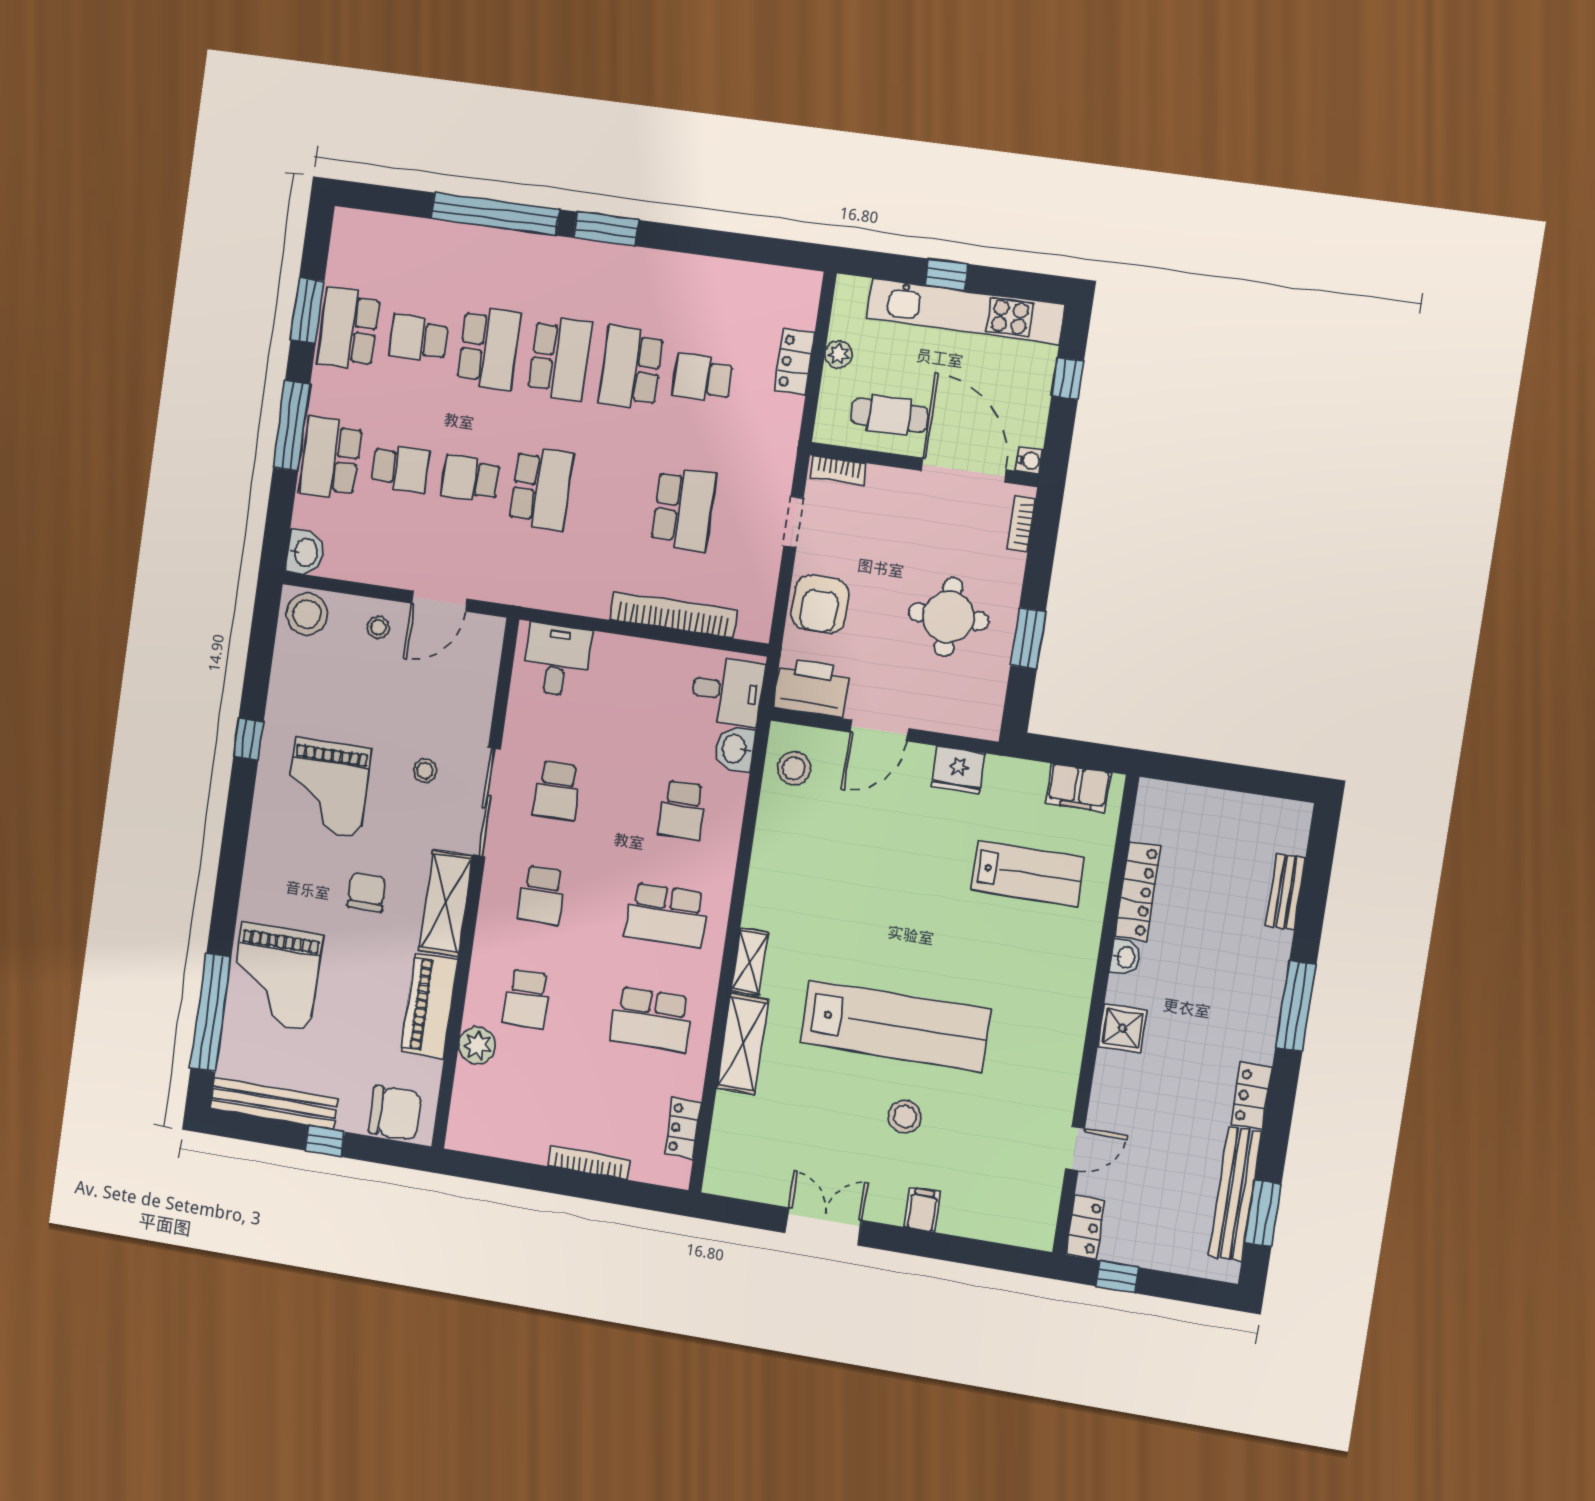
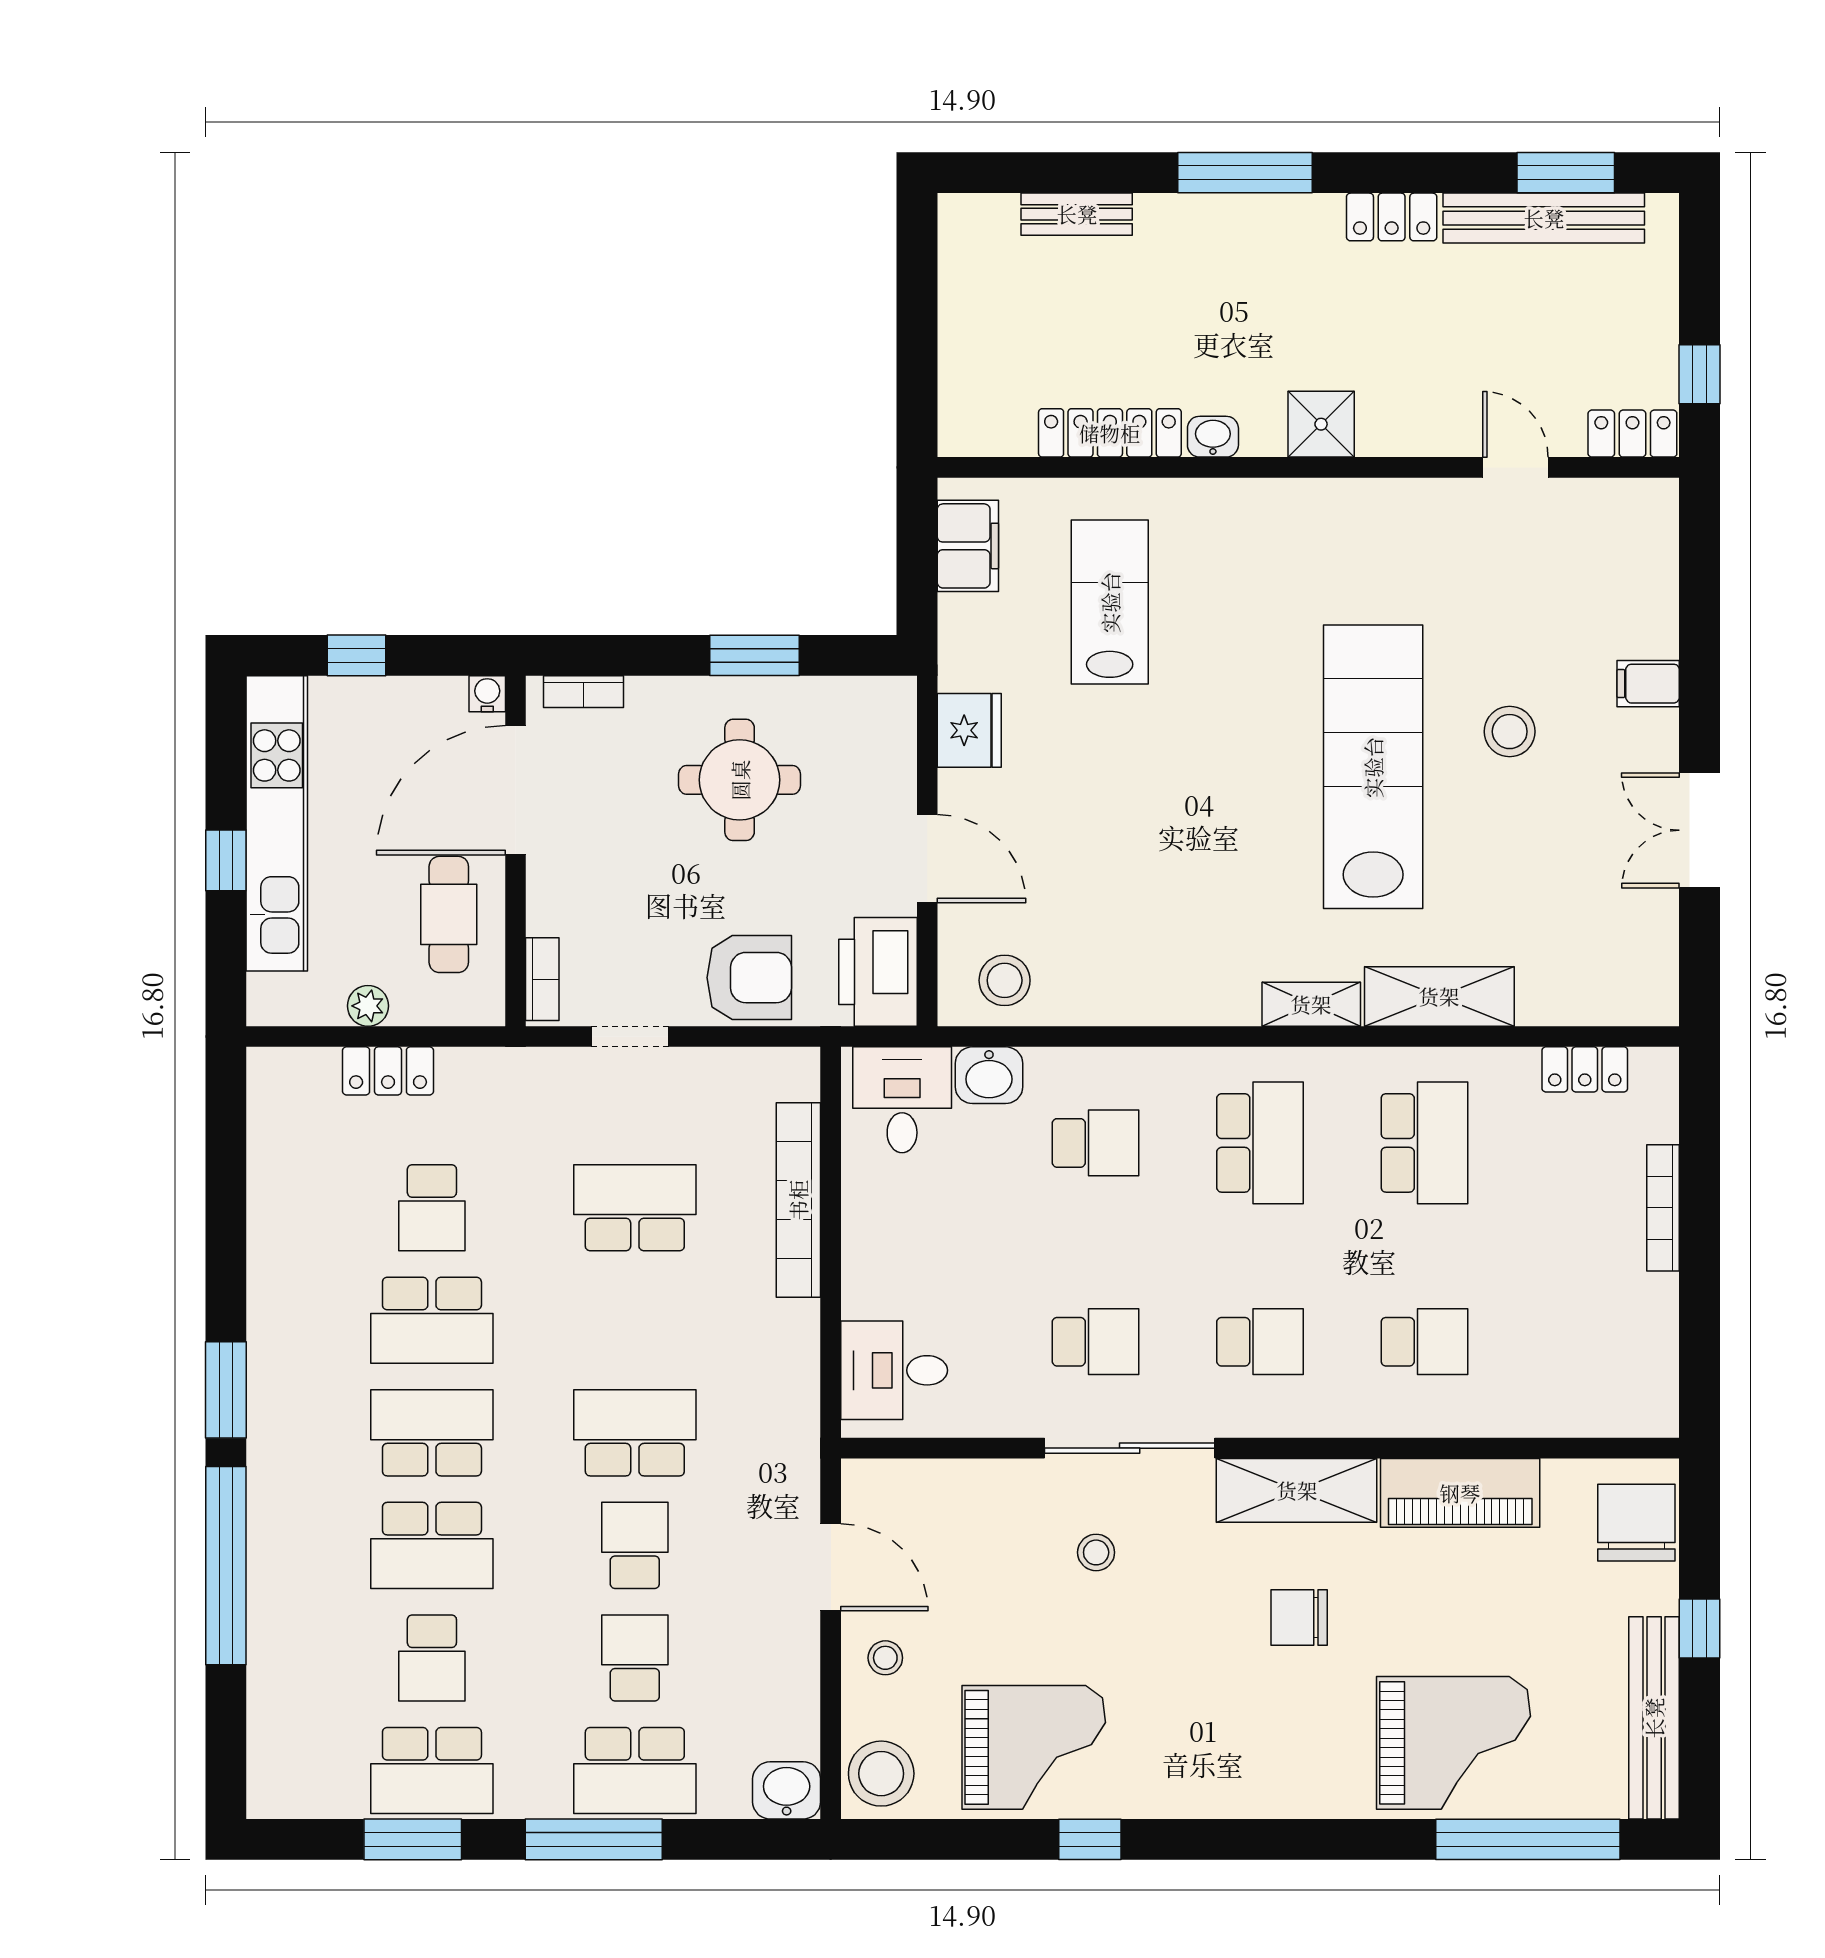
school desk: (489, 348) -> (432, 1545), turned 180
school desk: (471, 478) -> (635, 1545), turned 180
grand piano: (328, 788) -> (1034, 1747), moved
plant: (477, 1045) -> (1510, 1409), removed

